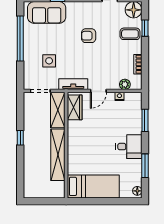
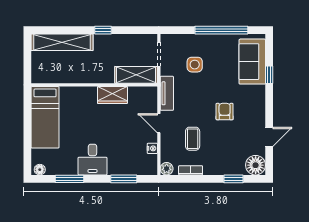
coffee table: (130, 34) -> (193, 139), moved
plant: (125, 84) -> (167, 169), moved
wardrobe: (75, 107) -> (112, 95), moved
shelving: (58, 155) -> (62, 42), moved

